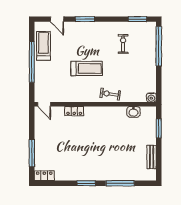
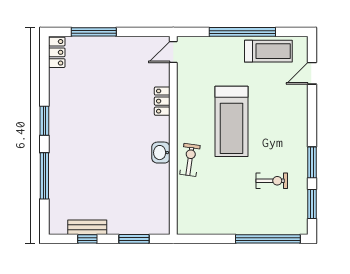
window: (85, 19) -> (312, 162), moved
treadmill: (87, 68) -> (232, 121), width x1.37, depth x1.38
water cooler: (151, 97) -> (184, 227), removed
washbasin: (133, 112) -> (161, 153), moved
window: (159, 157) -> (87, 239), added

